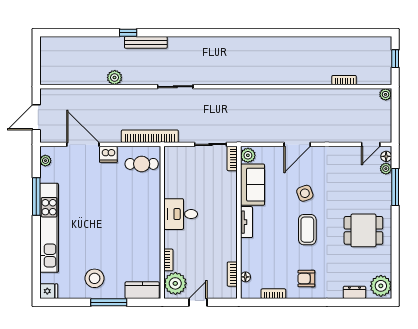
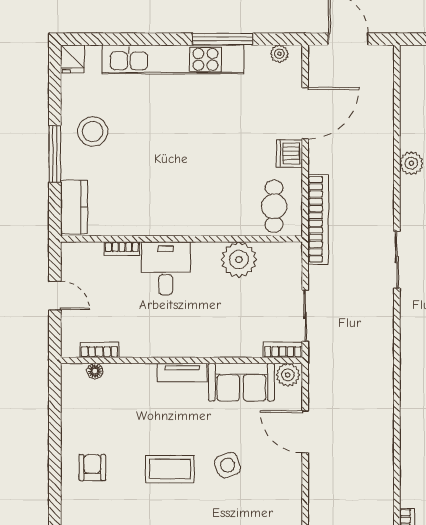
door: (297, 144) -> (305, 432), moved
desk: (181, 214) -> (166, 268), moved
plant: (175, 283) -> (239, 260), moved
bookcase: (273, 294) -> (68, 415), removed

